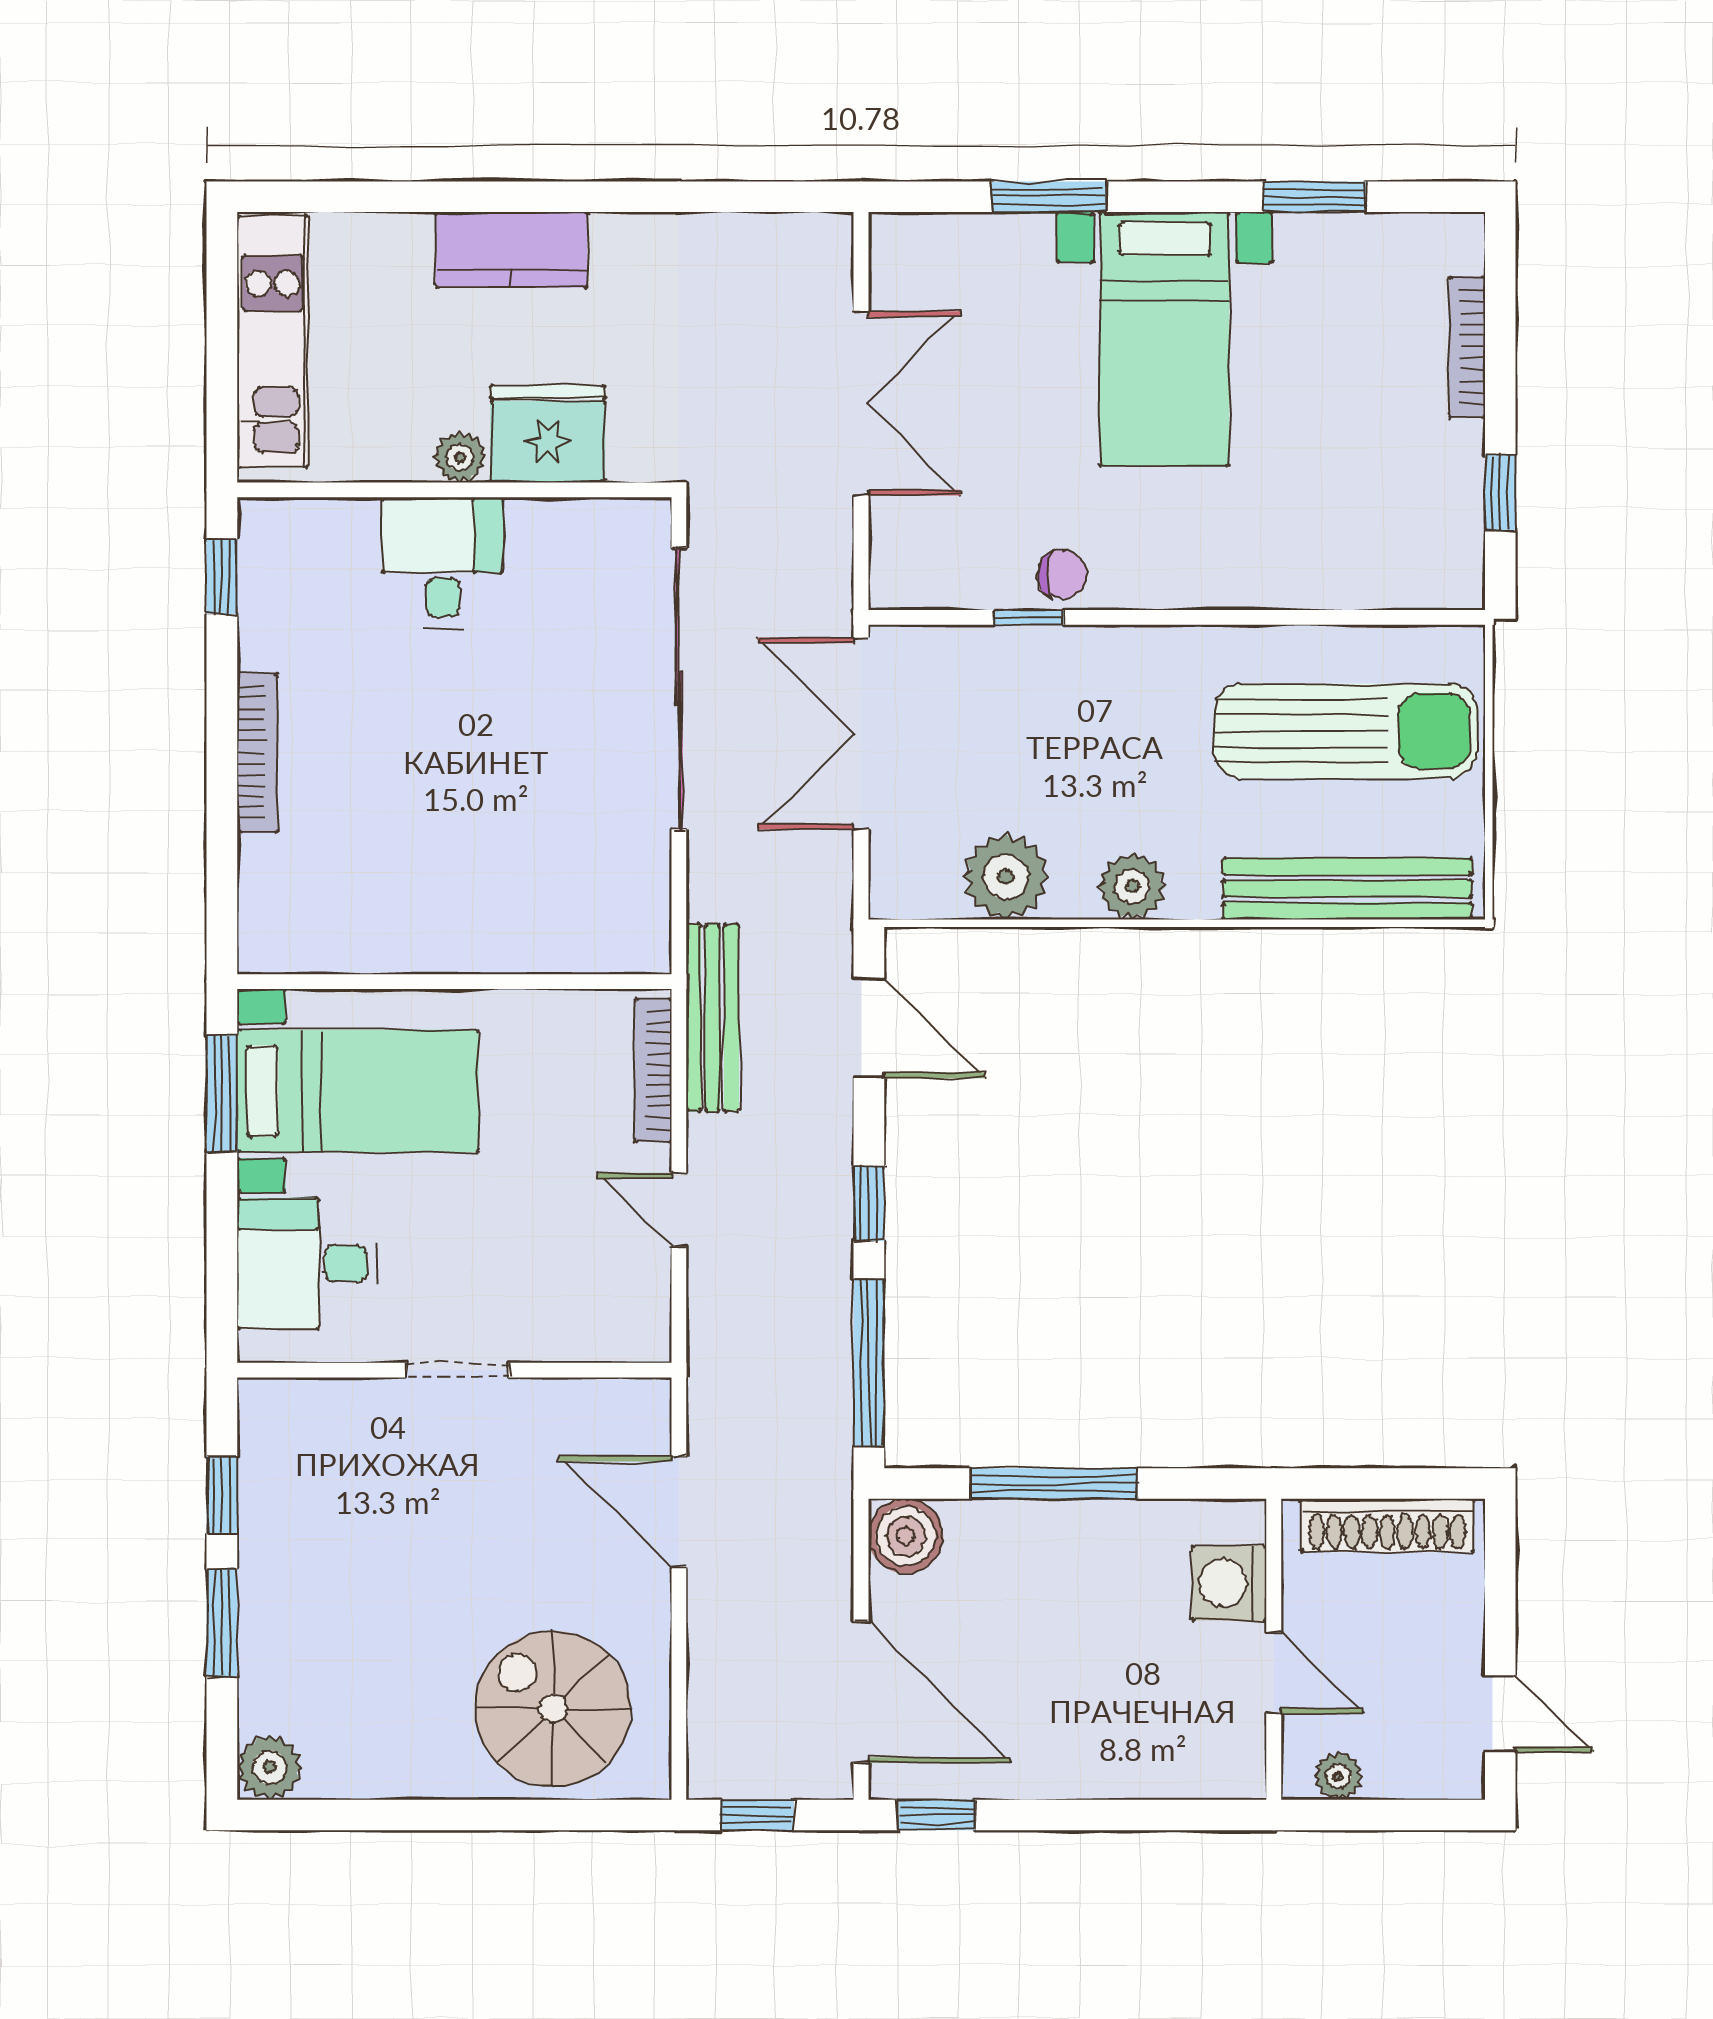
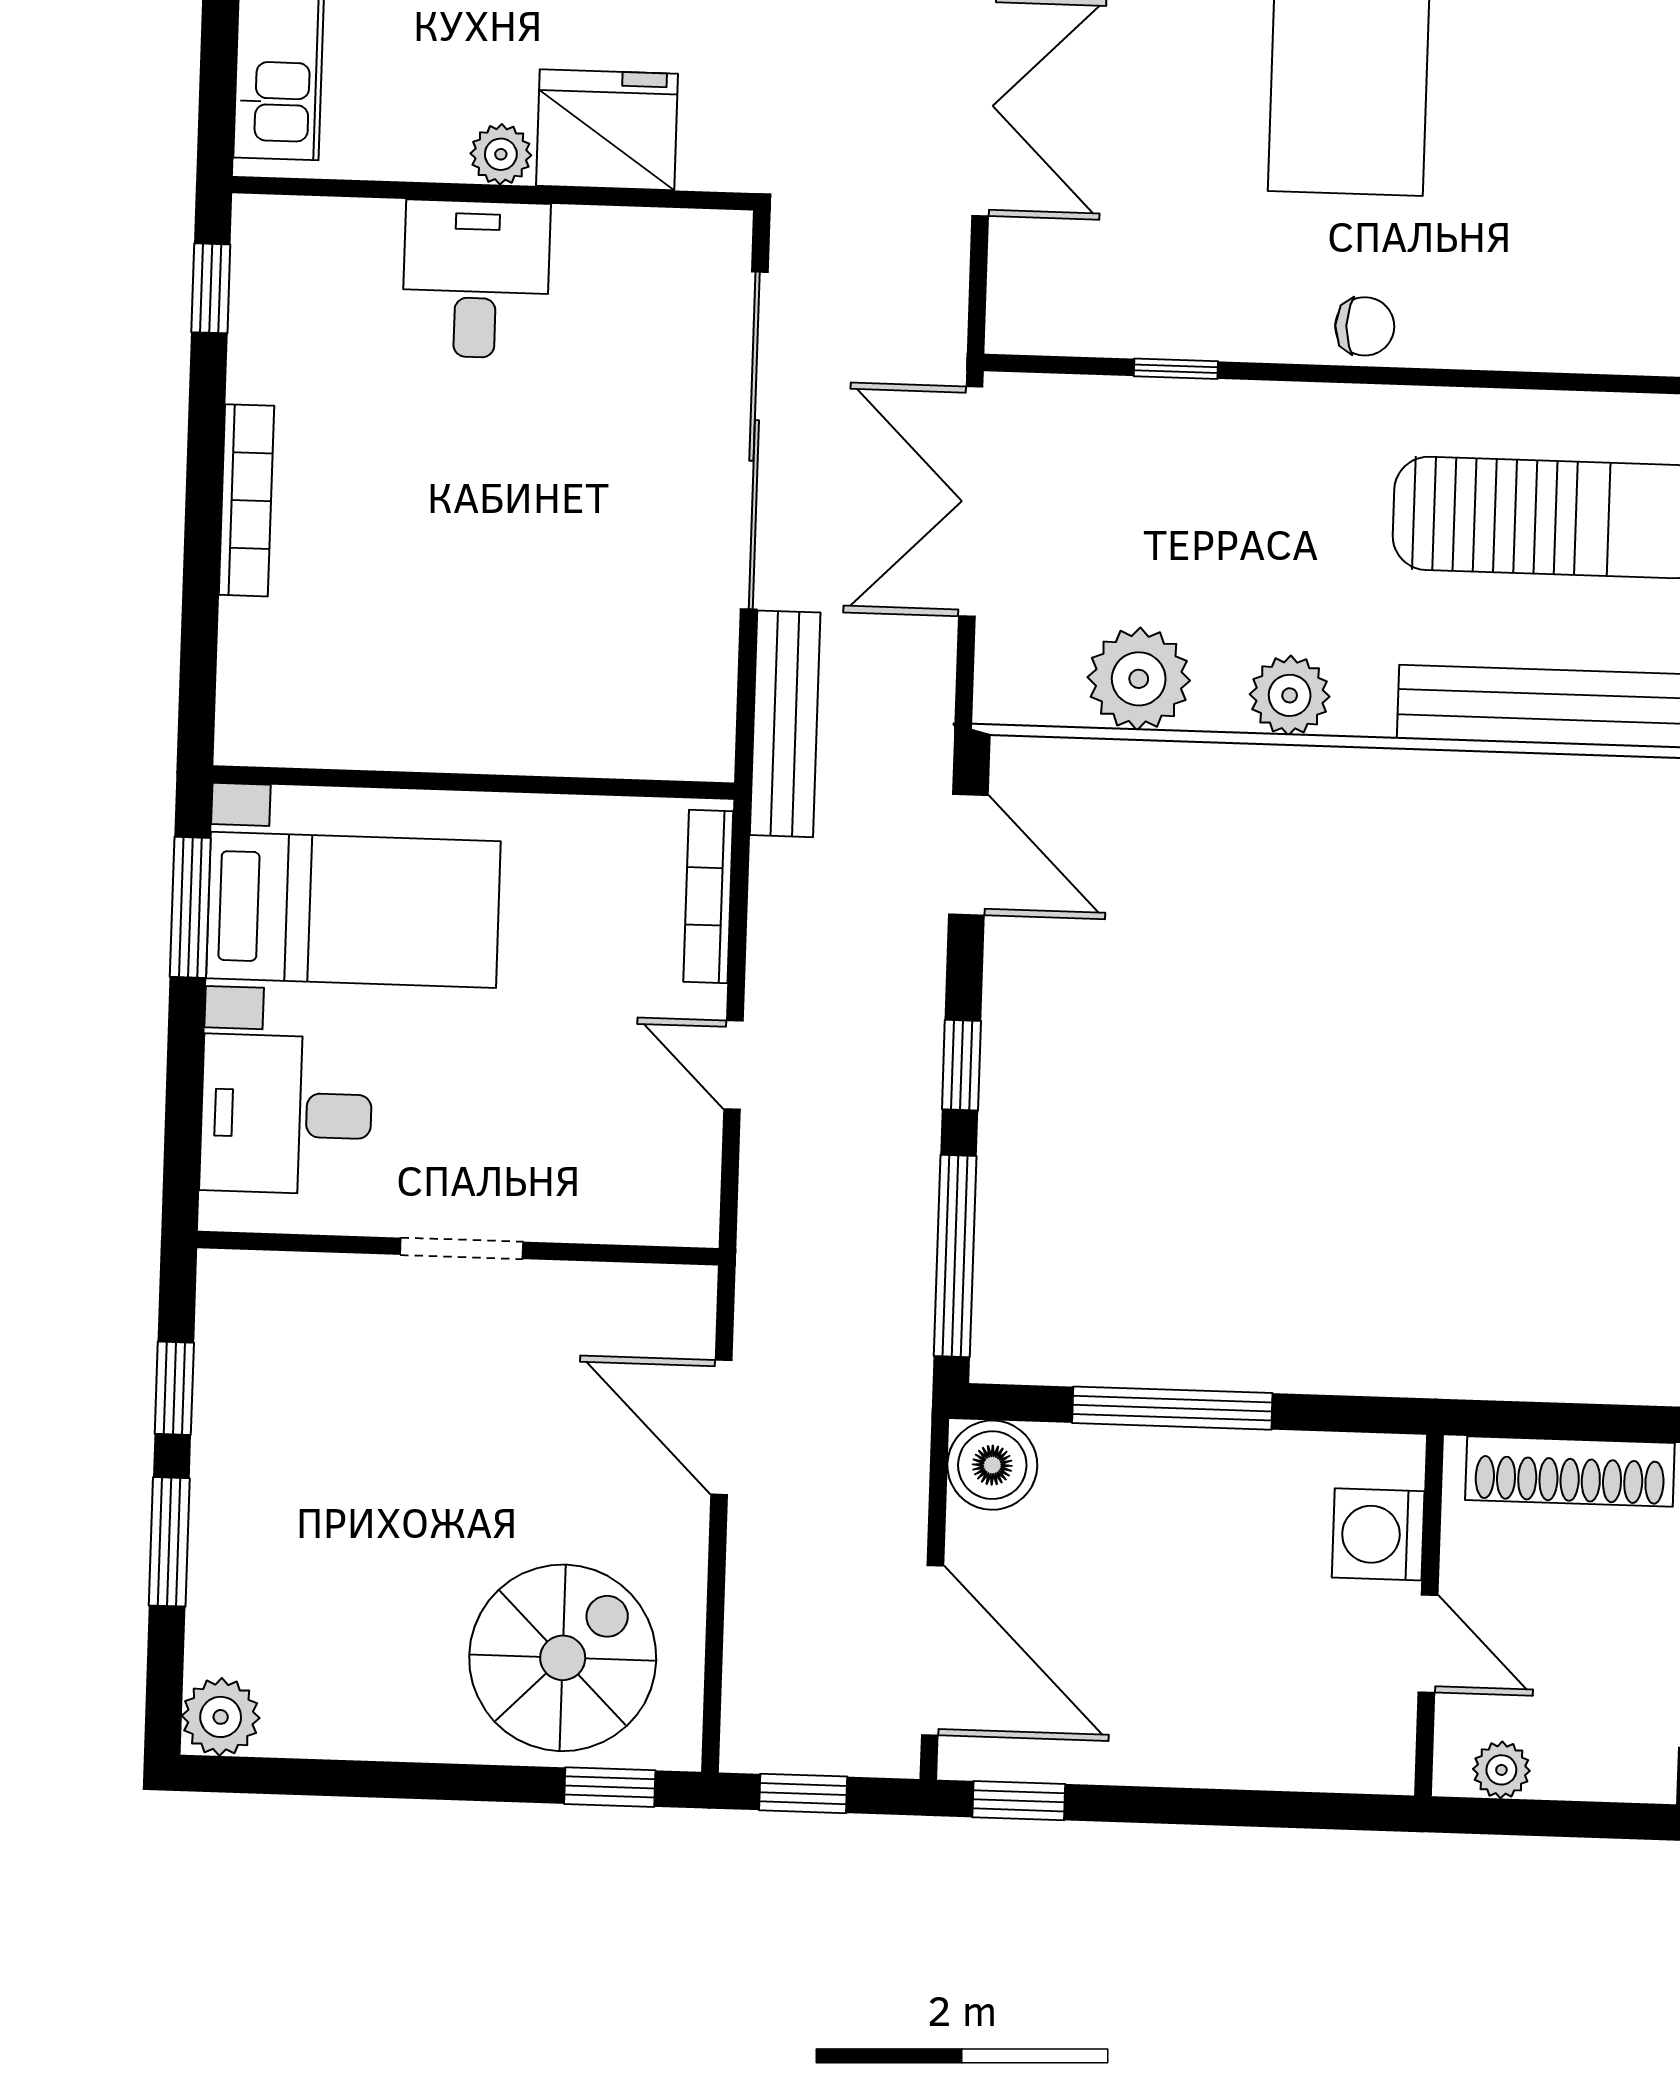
chair: (1062, 574) -> (1365, 326), moved
bench: (712, 1018) -> (785, 724), moved
spiral stairs: (553, 1709) -> (563, 1658), turned 90
window: (596, 1815) -> (610, 1787), added

